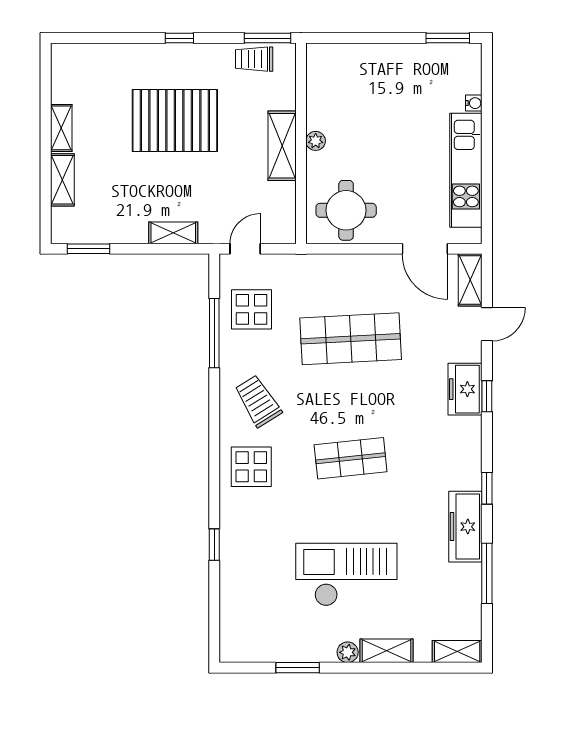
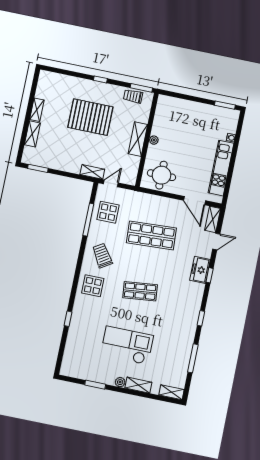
shelving: (173, 233) -> (92, 172), moved
freezer: (465, 527) -> (187, 334), removed

